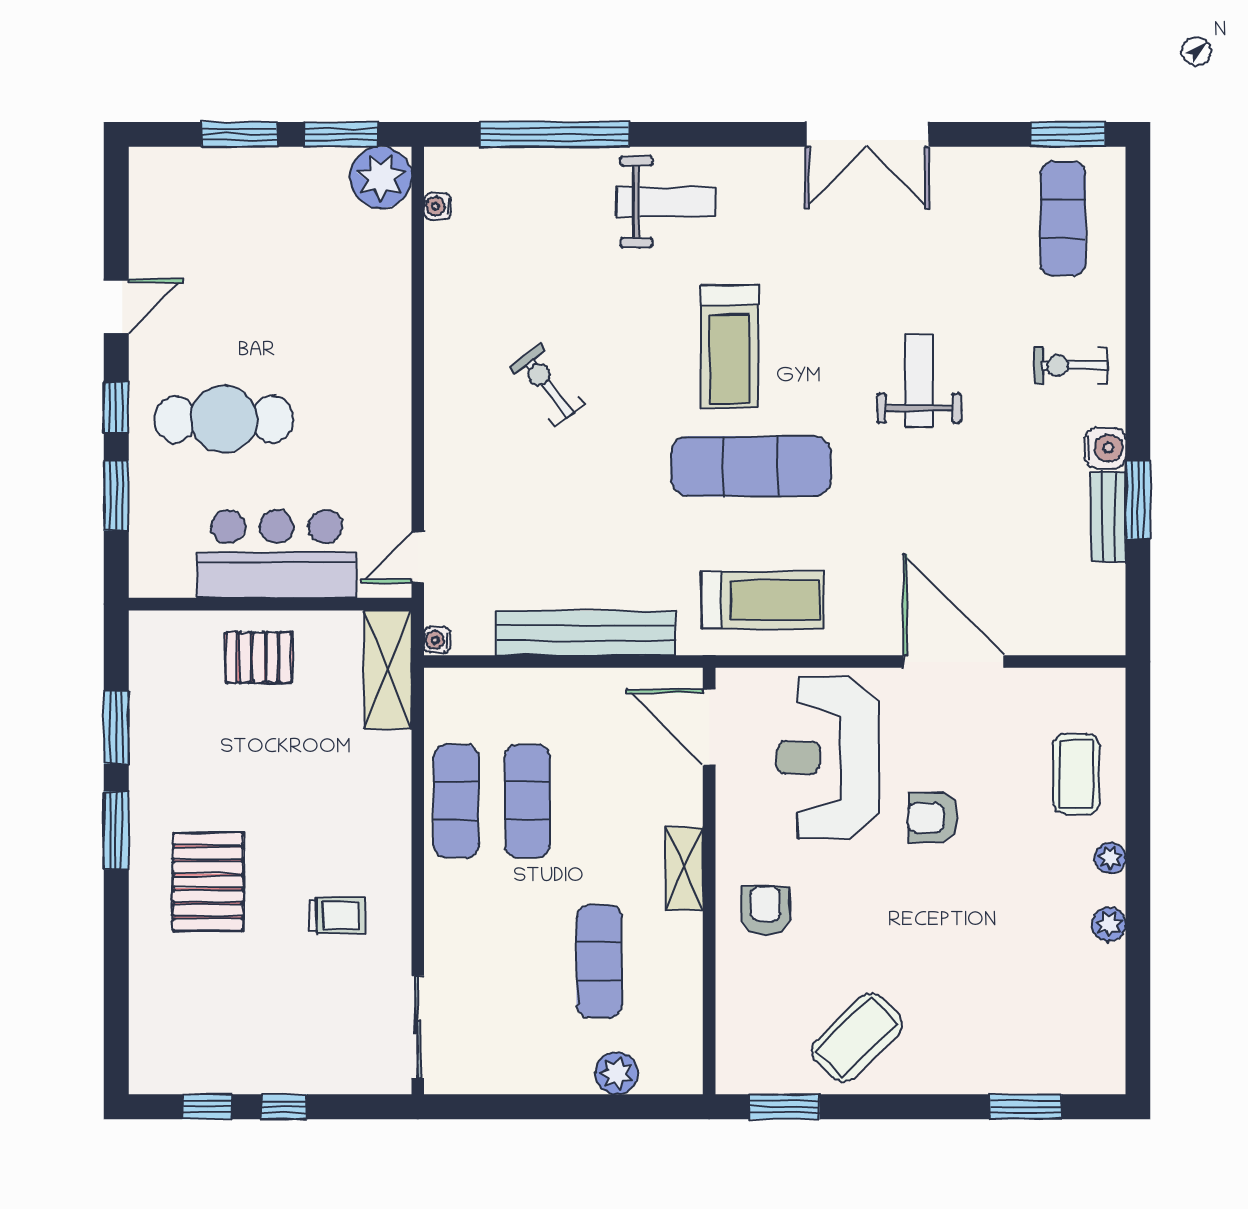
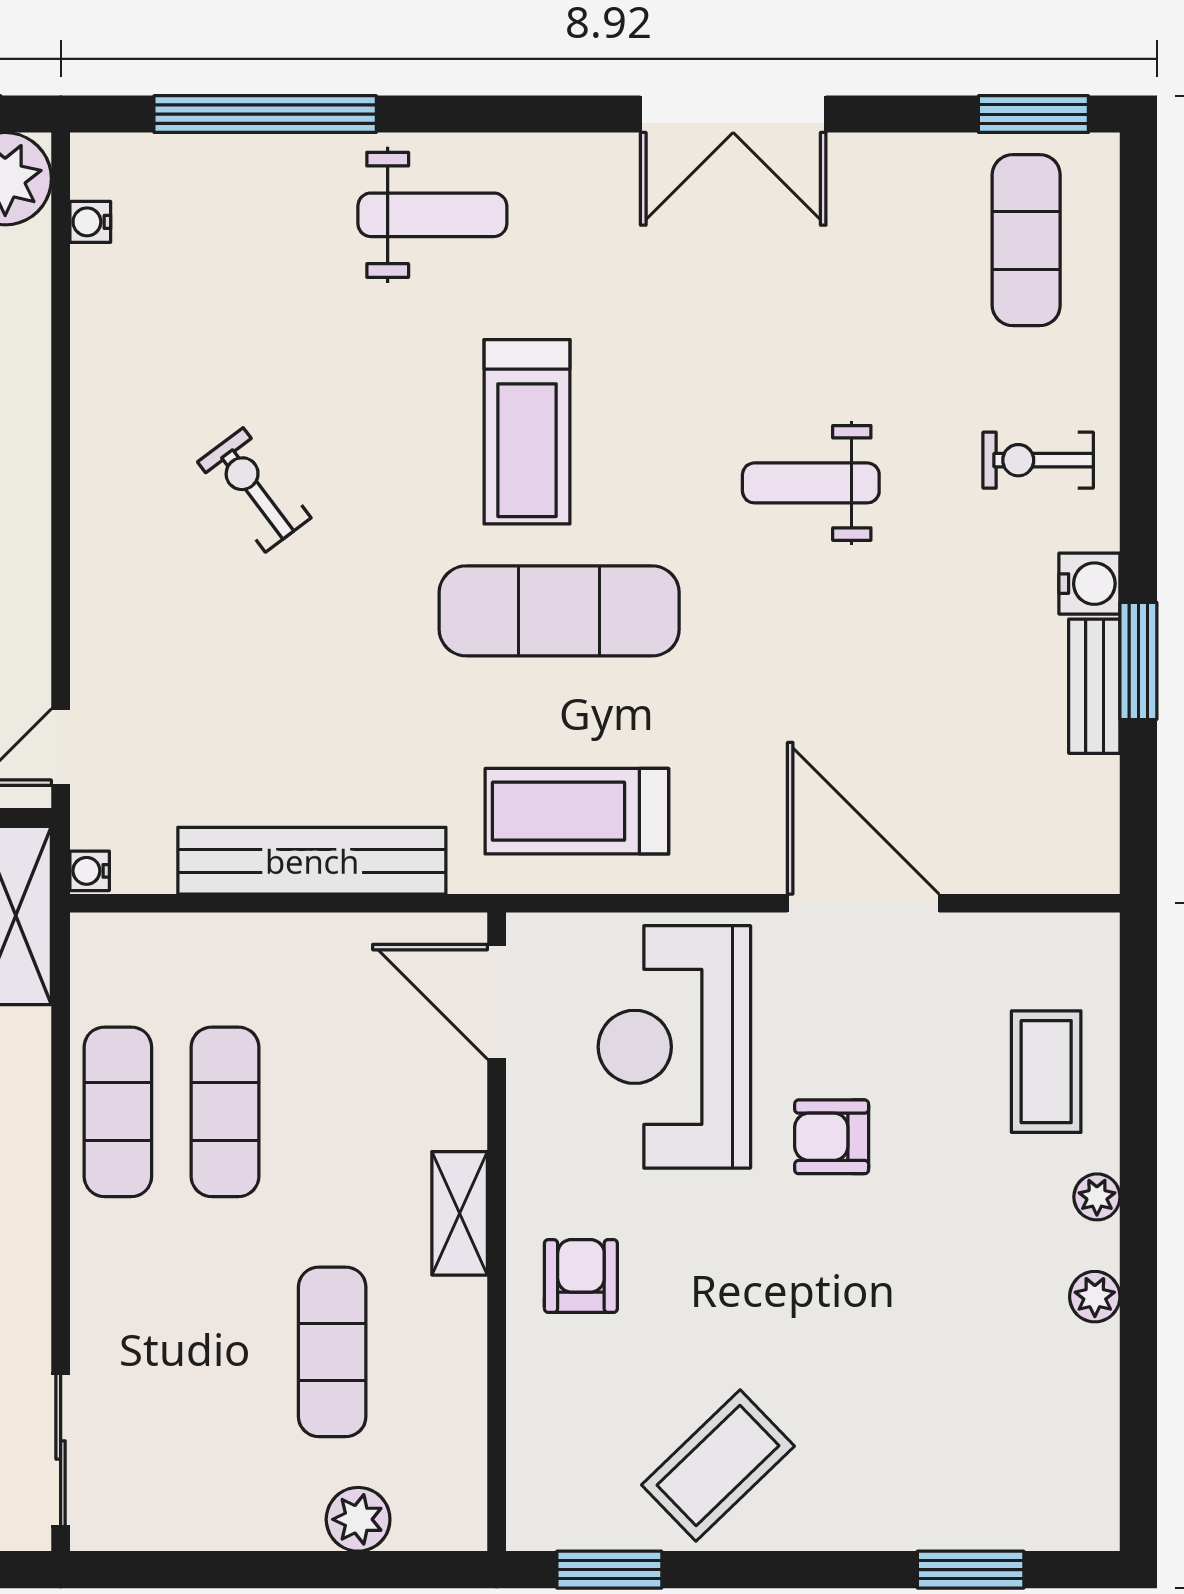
weight bench: (919, 381) -> (811, 483), turned -90
treadmill: (763, 600) -> (577, 811), turned 180

